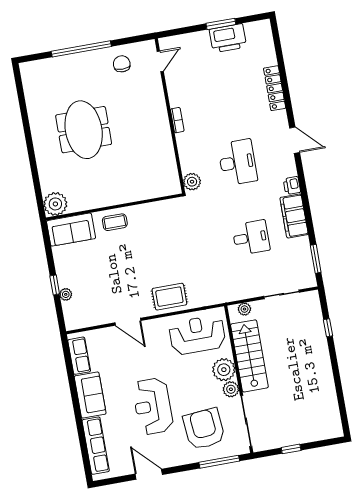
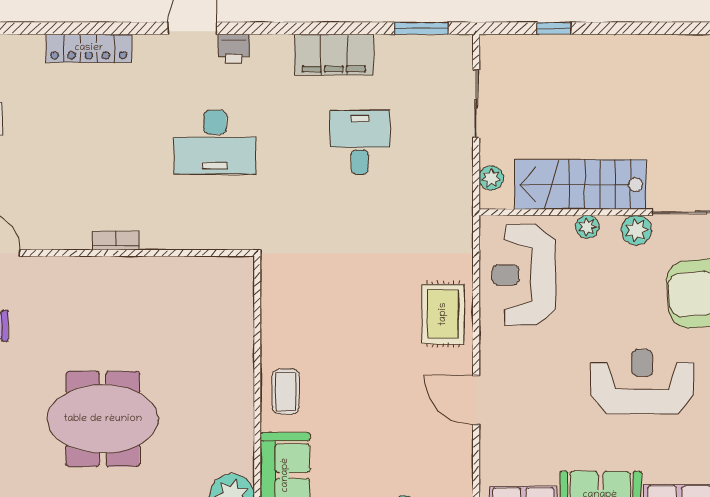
desk: (238, 162) -> (215, 142), turned 180
plant: (192, 182) -> (236, 234), removed
printer: (292, 186) -> (234, 48), moved
door: (128, 322) -> (476, 400), swing flipped
plant: (224, 370) -> (587, 227), width x0.53, depth x0.53
reception desk: (153, 406) -> (642, 382), turned 180

